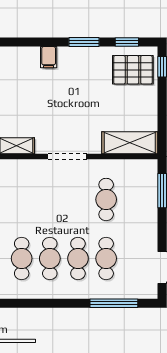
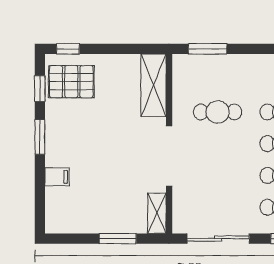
pallet: (133, 70) -> (71, 82), turned 90
doorway: (67, 157) -> (169, 156), width x1.36

